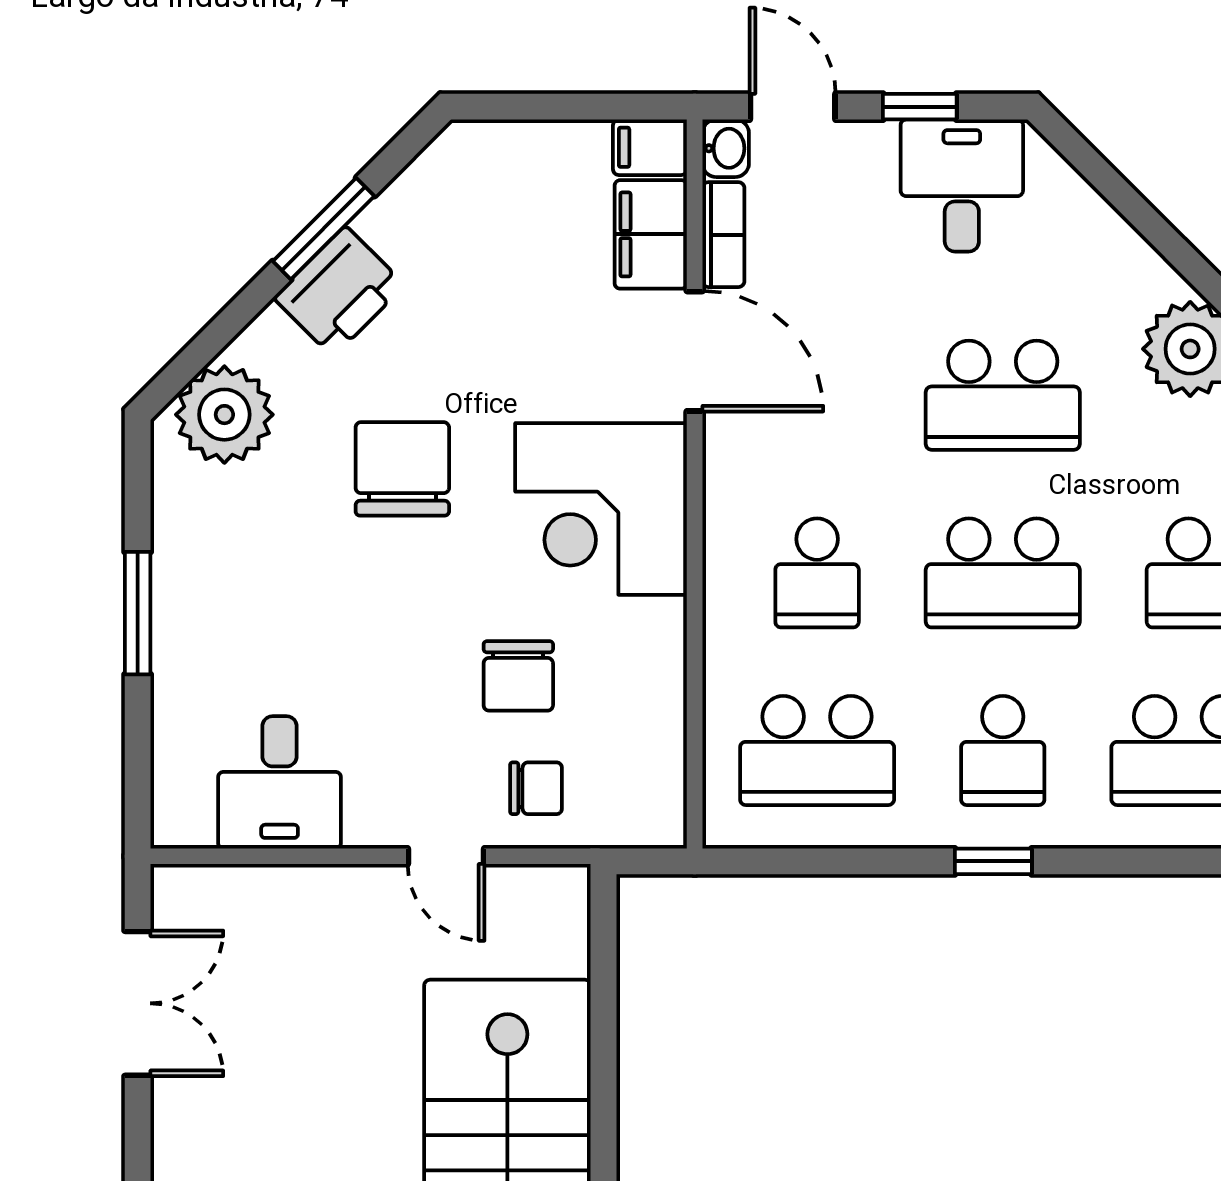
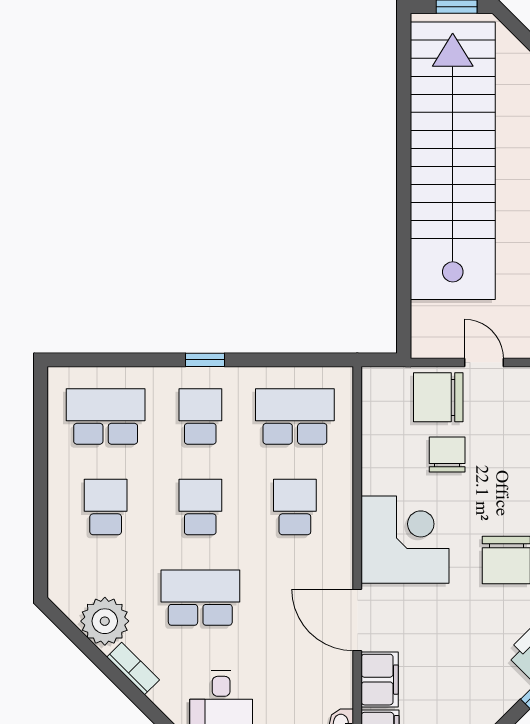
bookcase: (723, 235) -> (133, 668), moved, turned 135
school desk: (1003, 573) -> (200, 507), width x0.54
chair: (536, 788) -> (438, 397), width x1.87, depth x1.87

